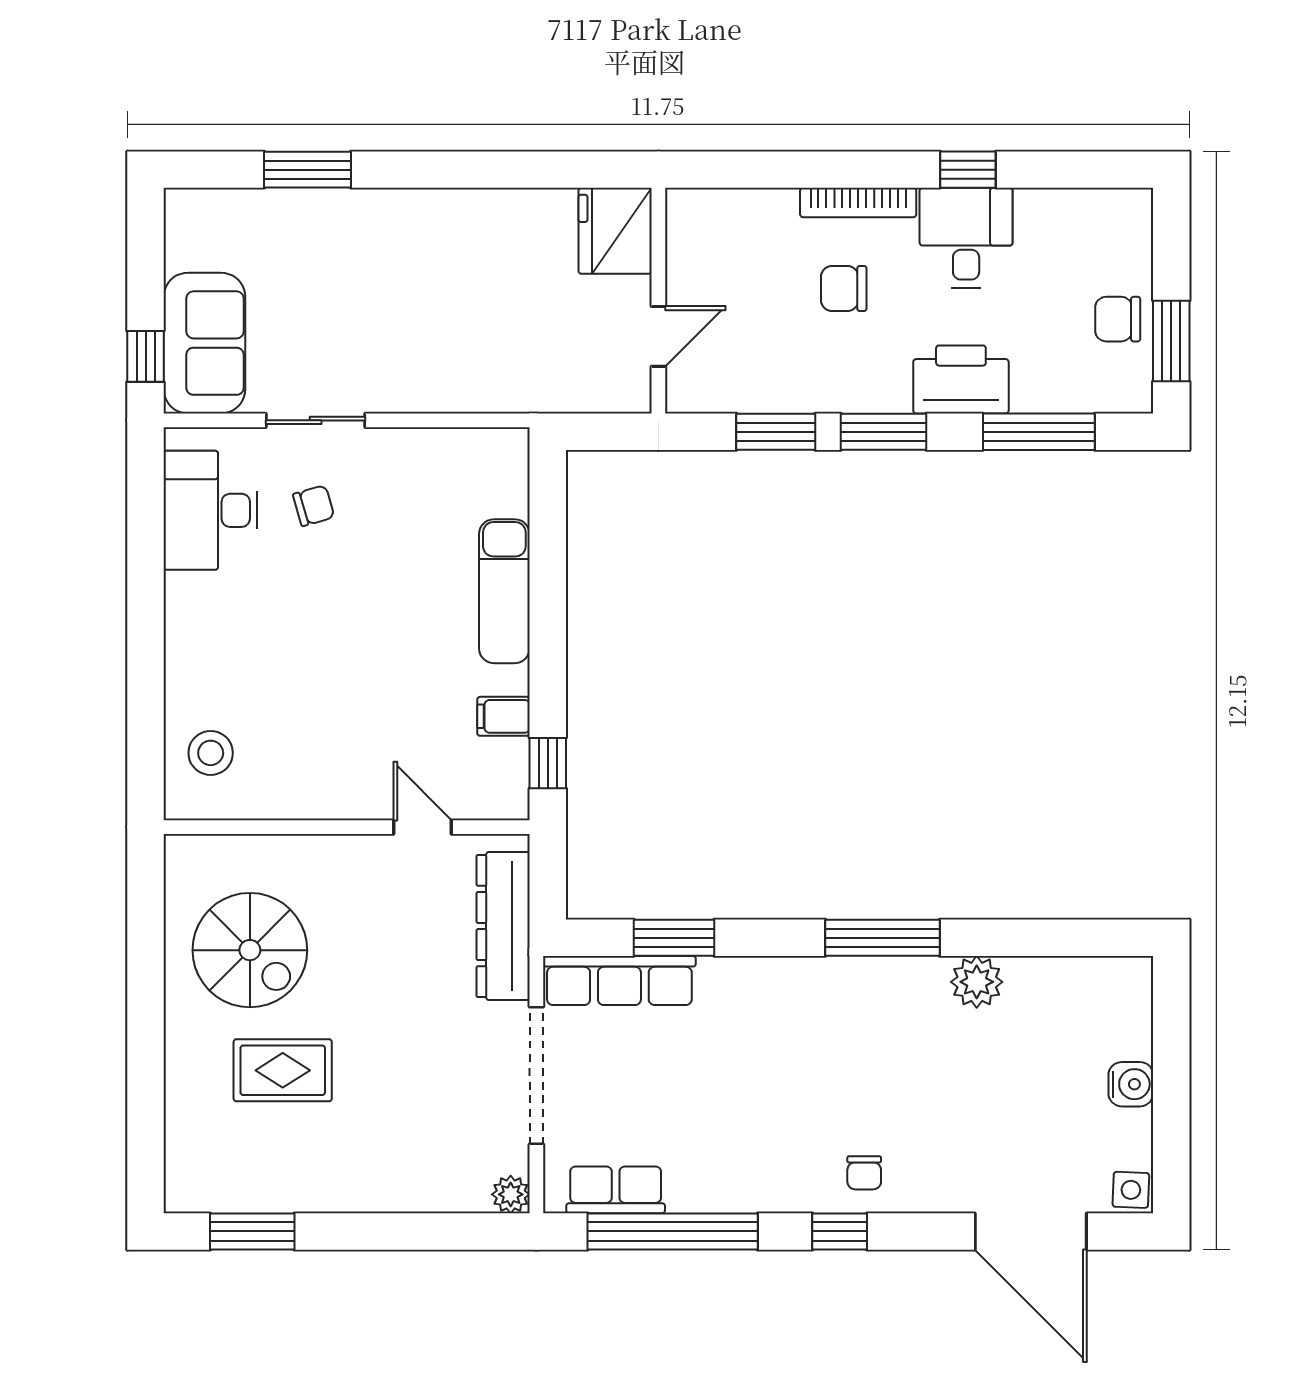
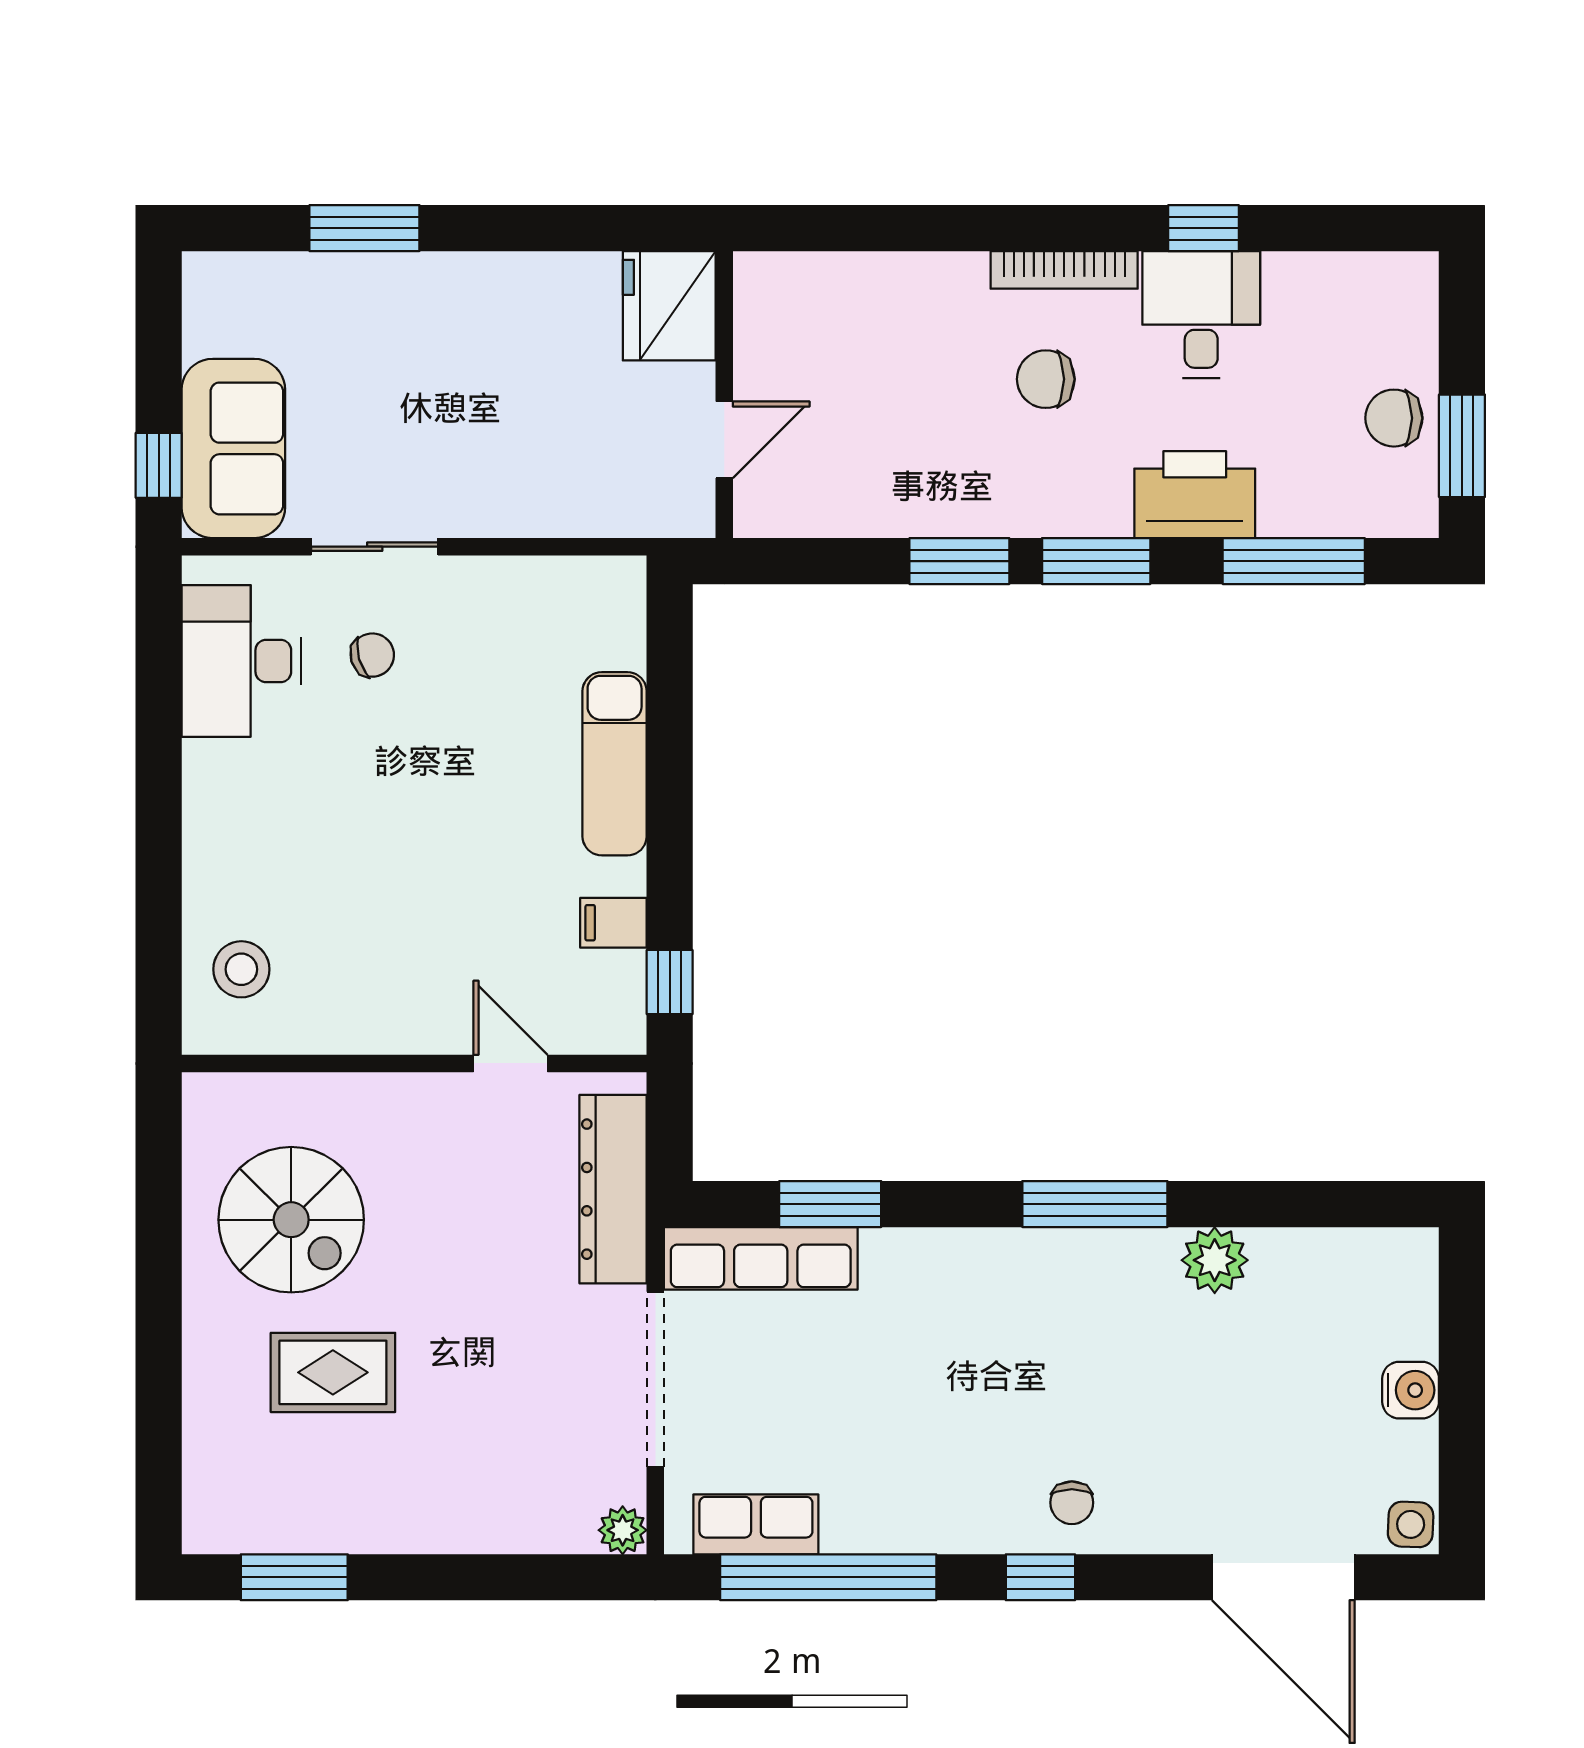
fridge: (615, 231) -> (669, 306), moved
wall: (658, 301) -> (724, 395), moved
door: (658, 336) -> (724, 440), moved

